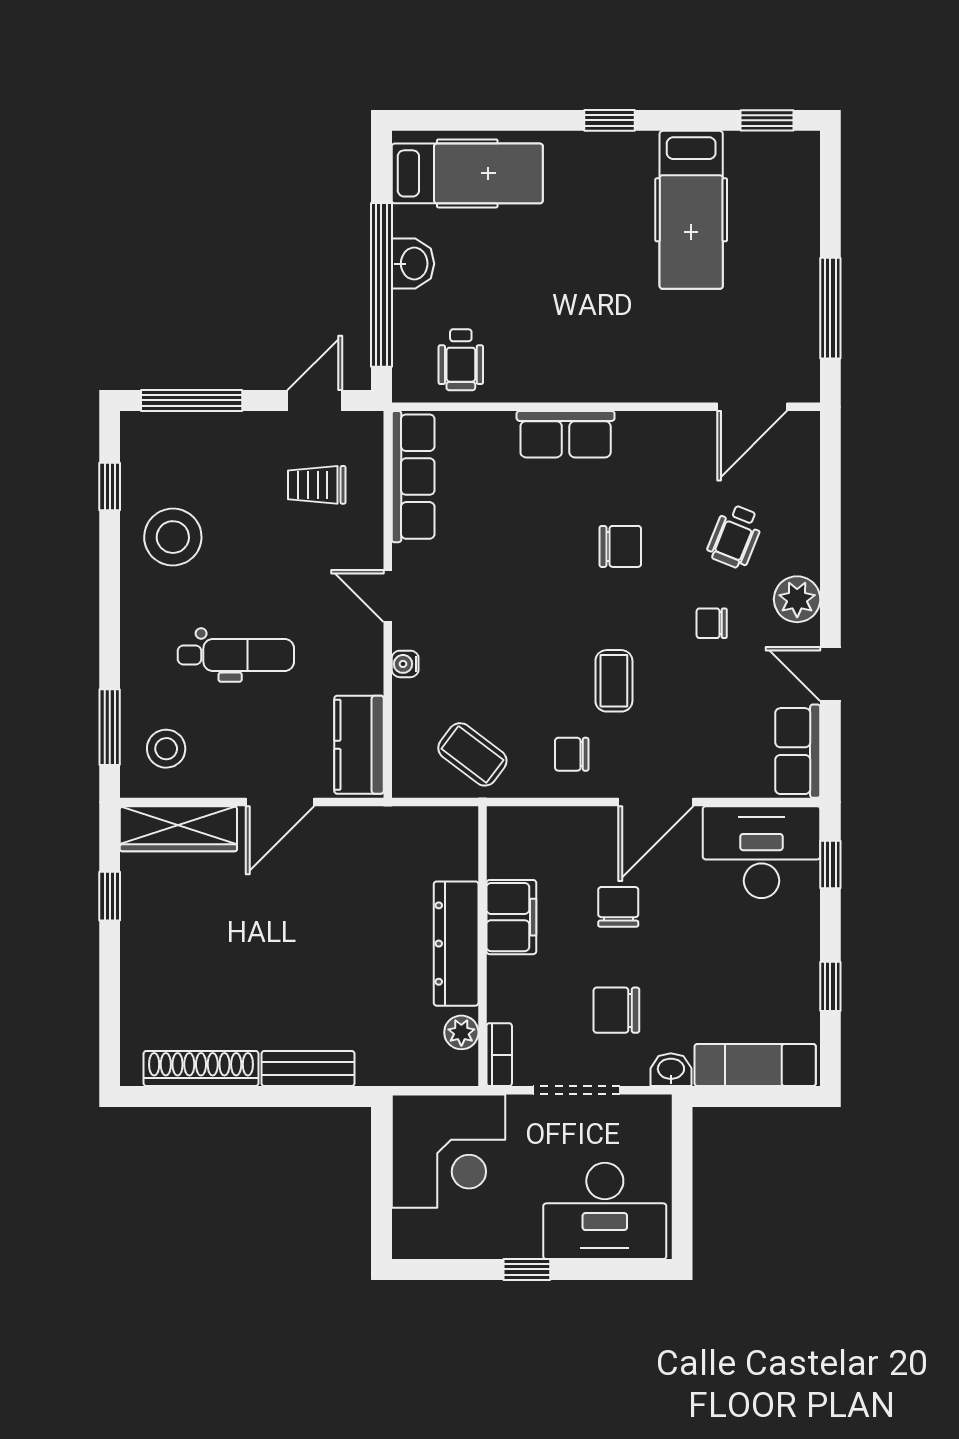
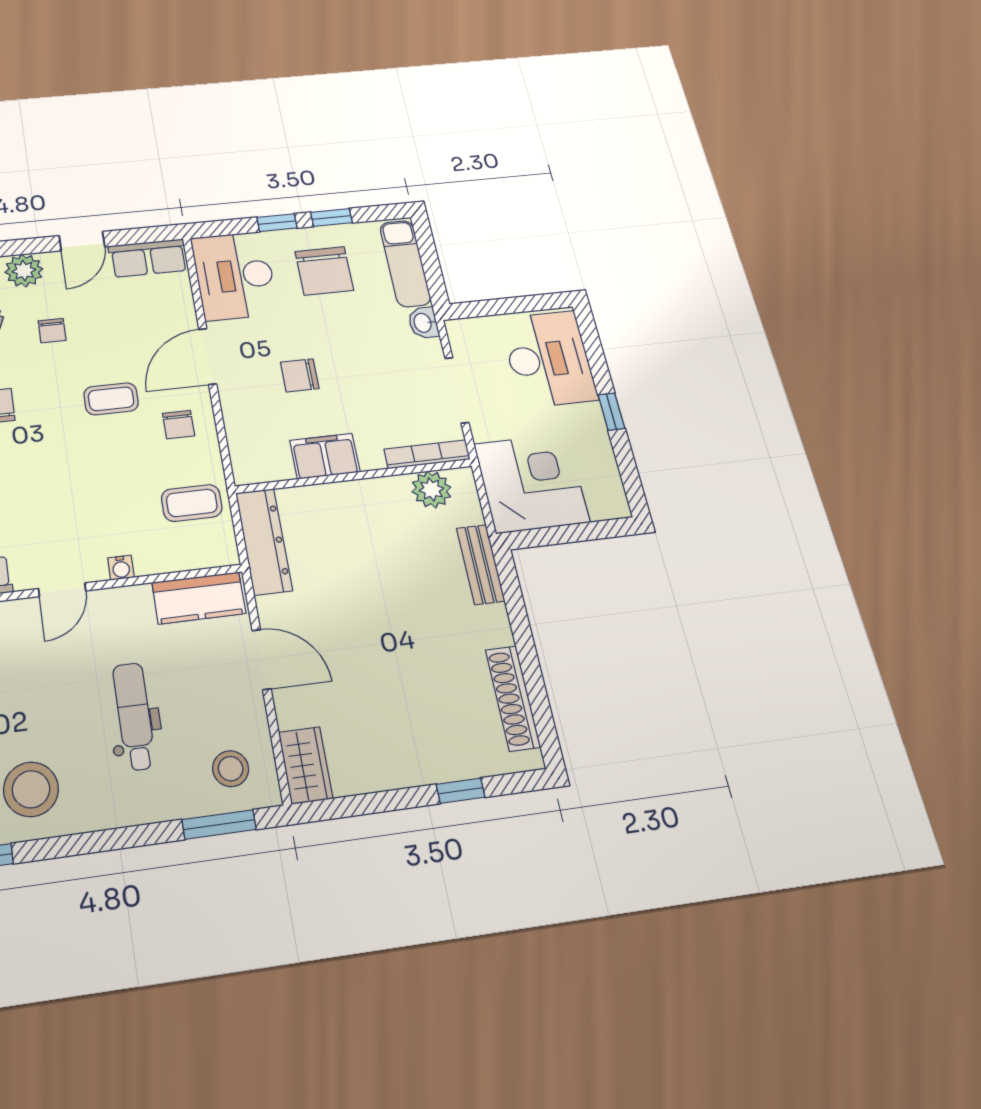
coffee table: (472, 754) -> (192, 503), turned 53
door: (656, 802) -> (208, 356), swing flipped
wardrobe: (178, 829) -> (306, 765), width x0.67
window: (830, 865) -> (277, 223), moved
window: (110, 896) -> (460, 791), moved
dresser: (456, 944) -> (264, 541), moved, turned -90
chair: (616, 1010) -> (324, 271), moved, width x1.37, depth x1.37
plant: (461, 1032) -> (431, 489), width x1.38, depth x1.38
bookcase: (499, 1055) -> (427, 454), width x1.56
bench: (308, 1069) -> (481, 564), moved

